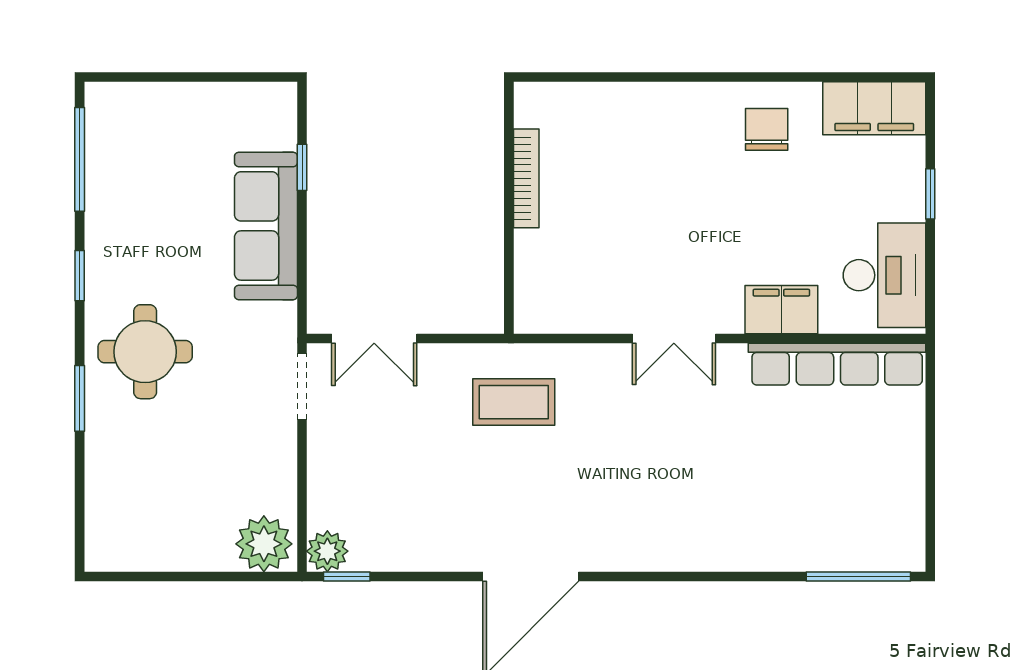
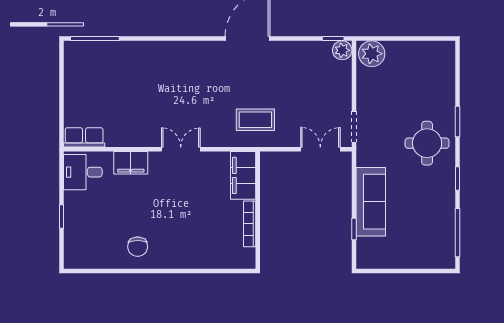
filing cabinet: (874, 108) -> (243, 175), moved, turned -90
desk: (884, 275) -> (83, 172), width x0.73
row of seats: (837, 364) -> (84, 137), width x0.50

